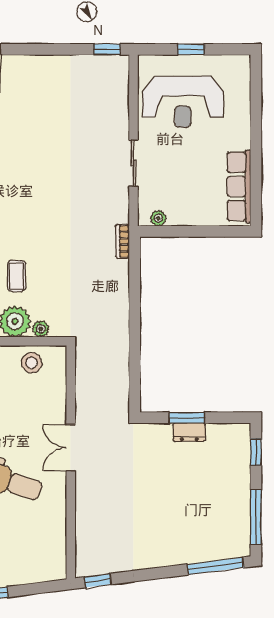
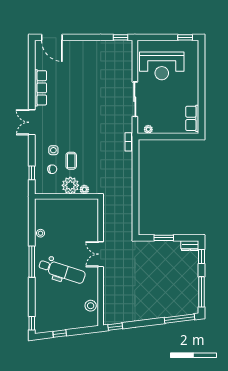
window: (191, 49) -> (185, 37), moved
sliding door: (133, 163) -> (135, 99), width x1.37
row of seats: (239, 186) -> (192, 118), width x0.68
stool: (32, 363) -> (91, 306), moved
dresser: (189, 432) -> (190, 246), moved

